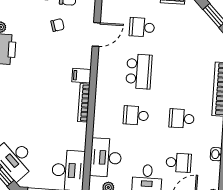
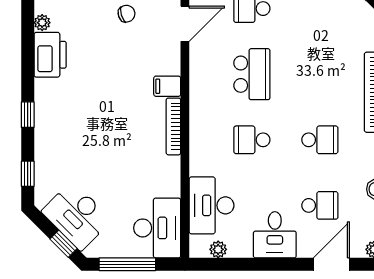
school desk: (182, 119) -> (320, 140), turned 180

